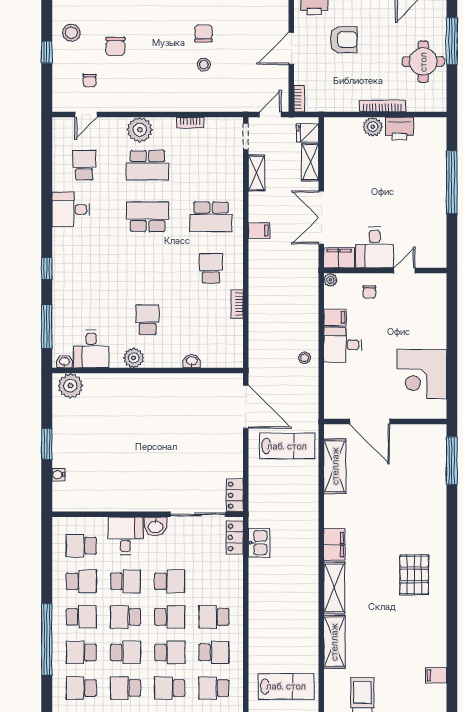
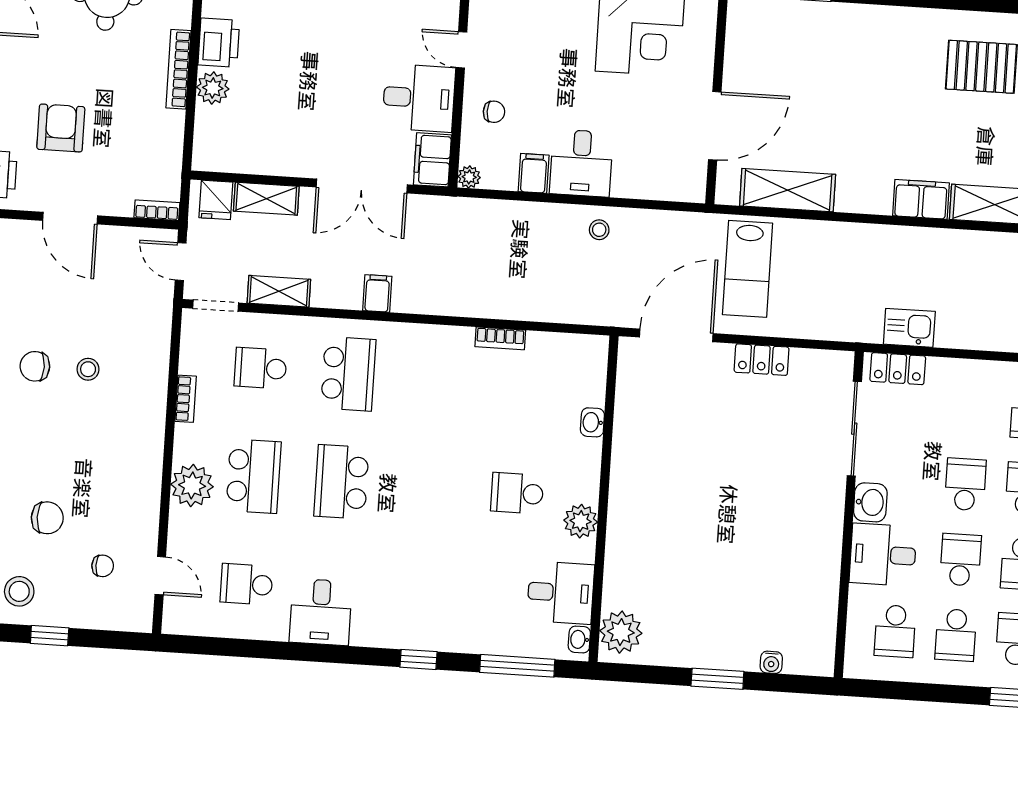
school desk: (211, 268) -> (261, 368), moved
lab bench: (287, 446) -> (748, 269), turned 180
locker: (235, 495) -> (762, 360), moved
school desk: (81, 581) -> (956, 635), turned 180

